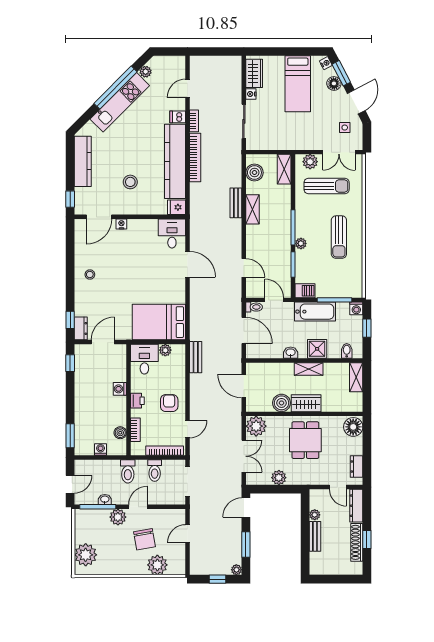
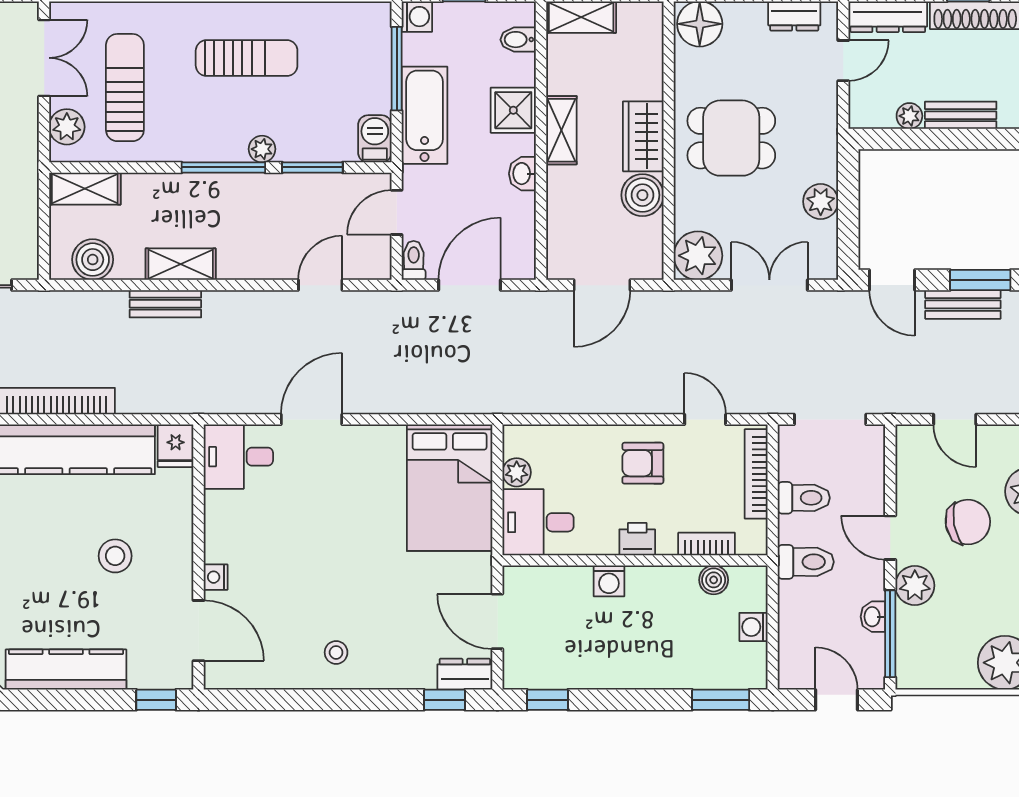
bench: (196, 357) -> (963, 304), moved

